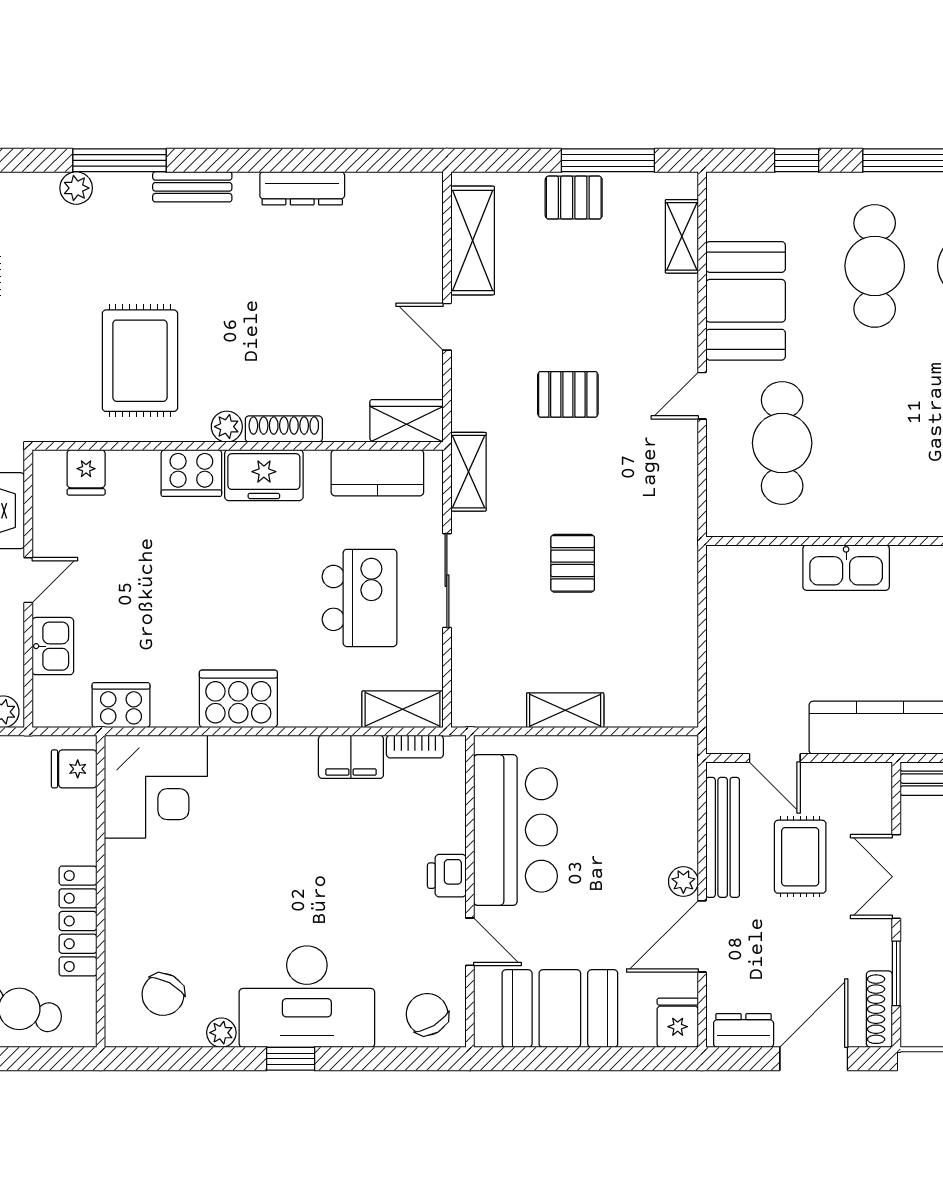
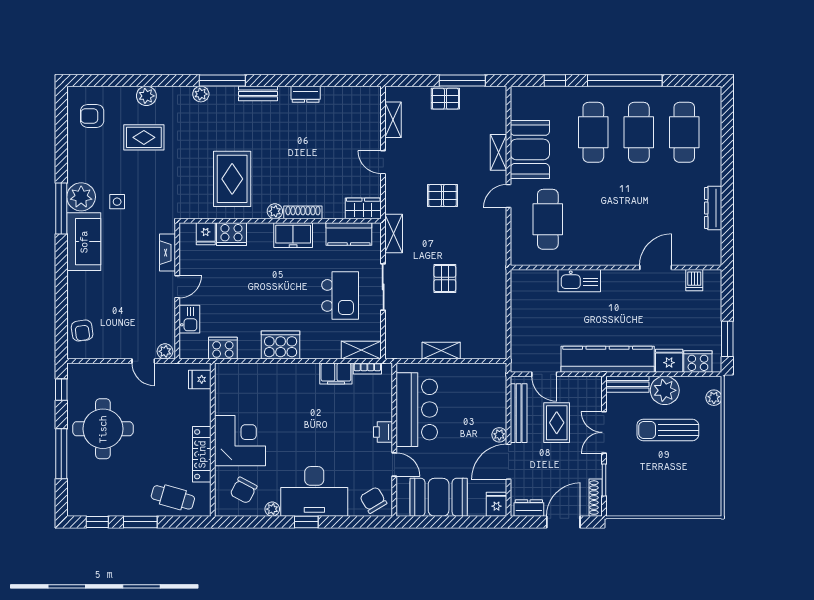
dresser: (302, 188) -> (306, 94), width x0.70
shelving: (682, 236) -> (498, 152), moved
shelving: (473, 240) -> (393, 120), width x0.67, depth x0.75
cooker: (191, 473) -> (231, 234), moved
corner desk: (156, 787) -> (240, 441), moved, turned -90

